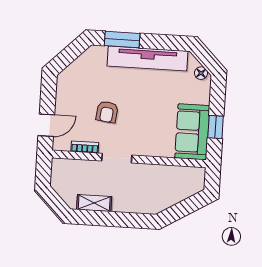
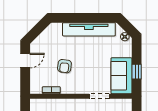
window: (122, 39) -> (71, 18), removed
door: (46, 125) -> (25, 61), moved
doorway: (117, 158) -> (99, 96), moved

